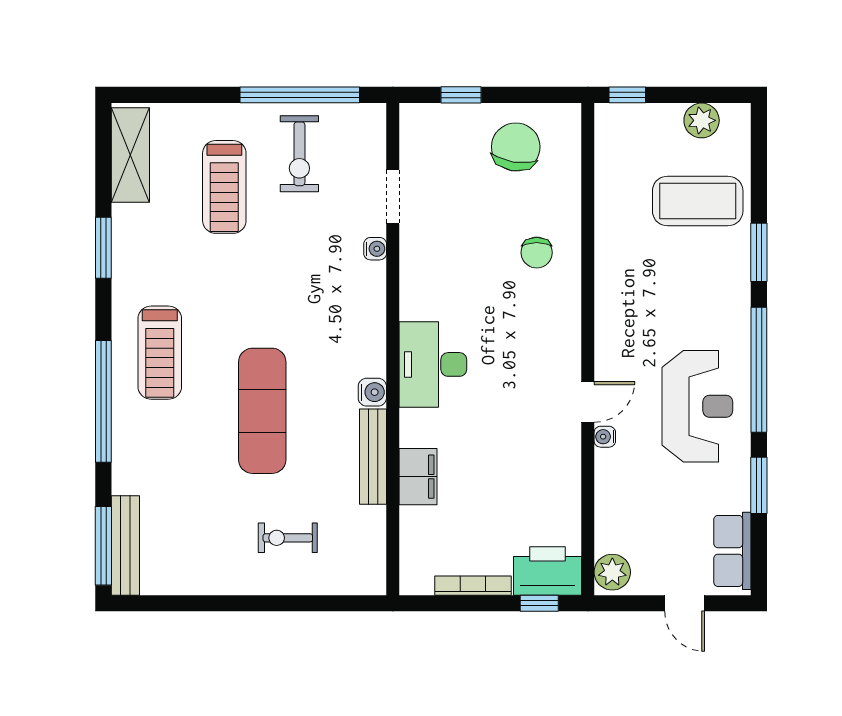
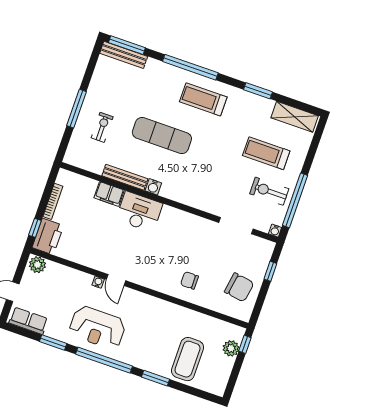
plant: (702, 120) -> (231, 348), moved
doorway: (393, 197) -> (236, 226), width x1.38
water cooler: (375, 249) -> (275, 231), moved
desk: (433, 364) -> (139, 212), moved
window: (268, 603) -> (76, 109), added

